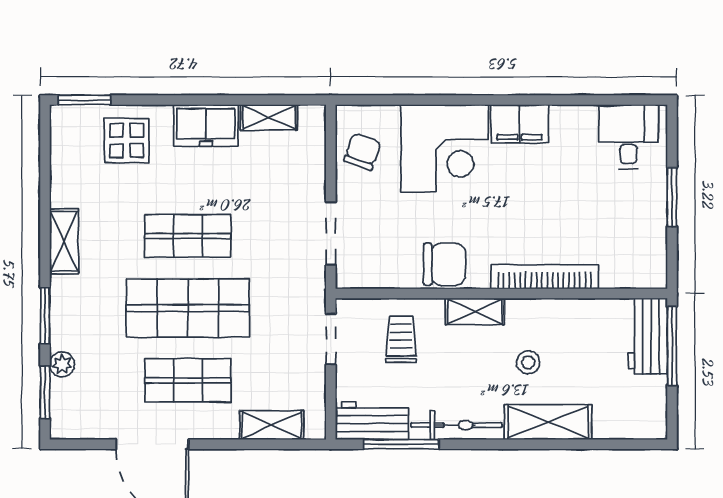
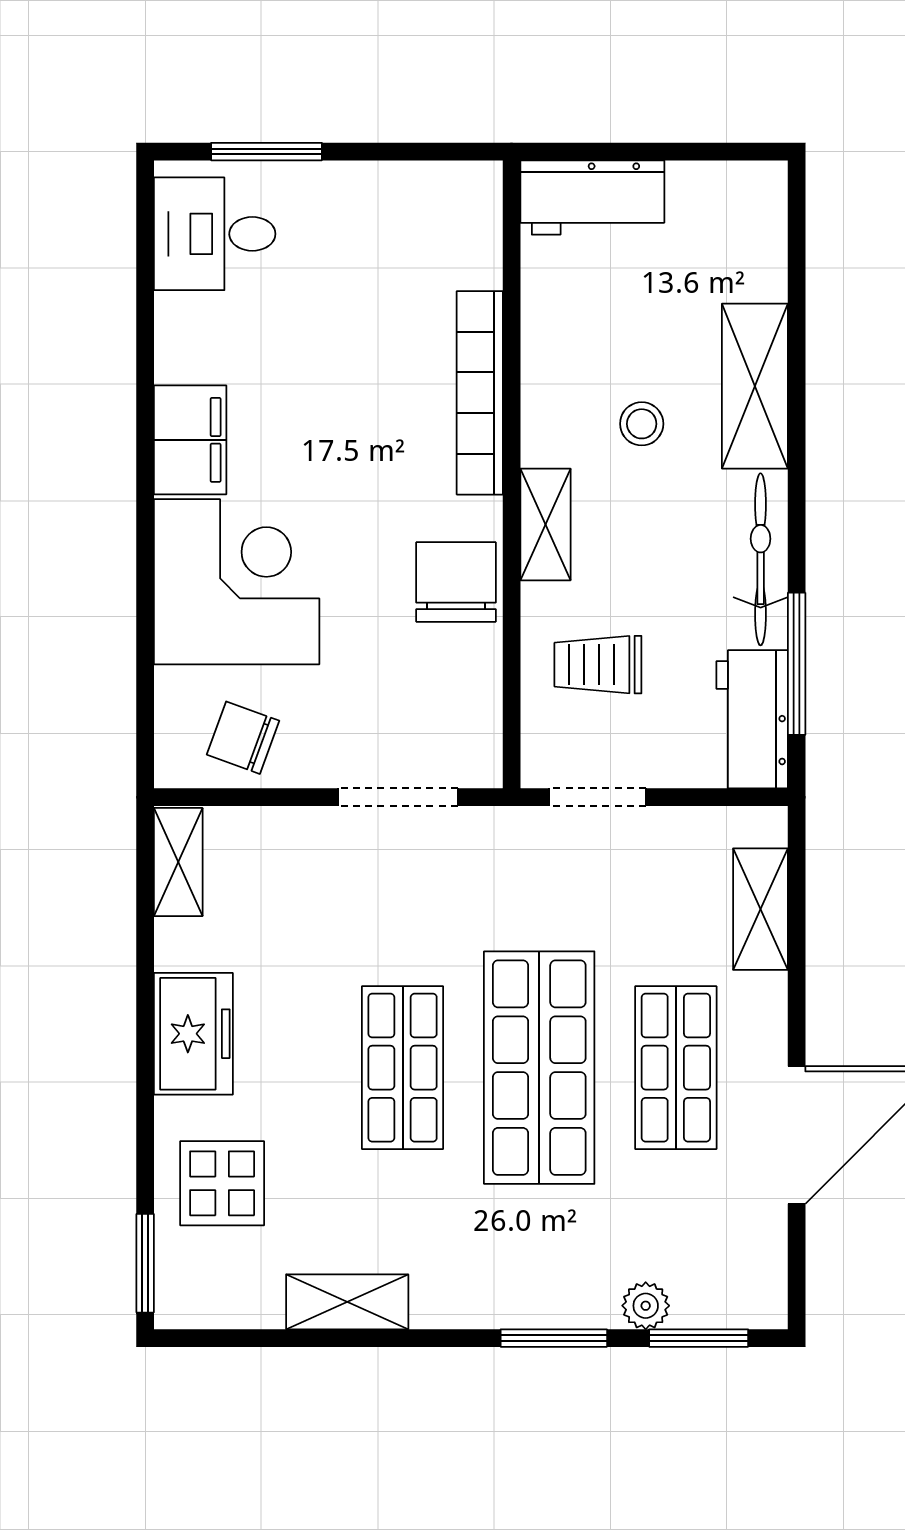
shelving: (269, 117) -> (178, 862), moved
window: (672, 197) -> (266, 152), moved
shelving: (64, 241) -> (347, 1302), moved
window: (672, 346) -> (611, 152), removed

